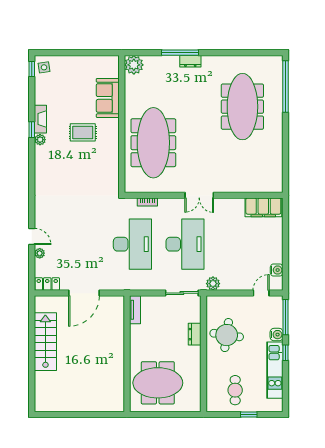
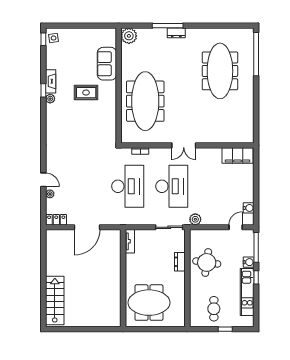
stairs: (45, 342) -> (55, 301), moved

